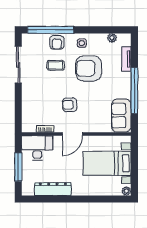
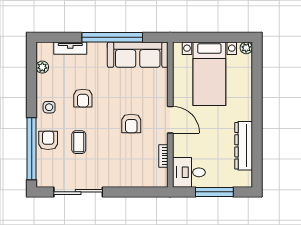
armchair: (57, 42) -> (48, 140), turned -90
armchair: (89, 68) -> (83, 98), width x0.53, depth x0.53
sofa: (121, 116) -> (138, 55), width x1.36
desk: (37, 148) -> (189, 172), width x0.73

